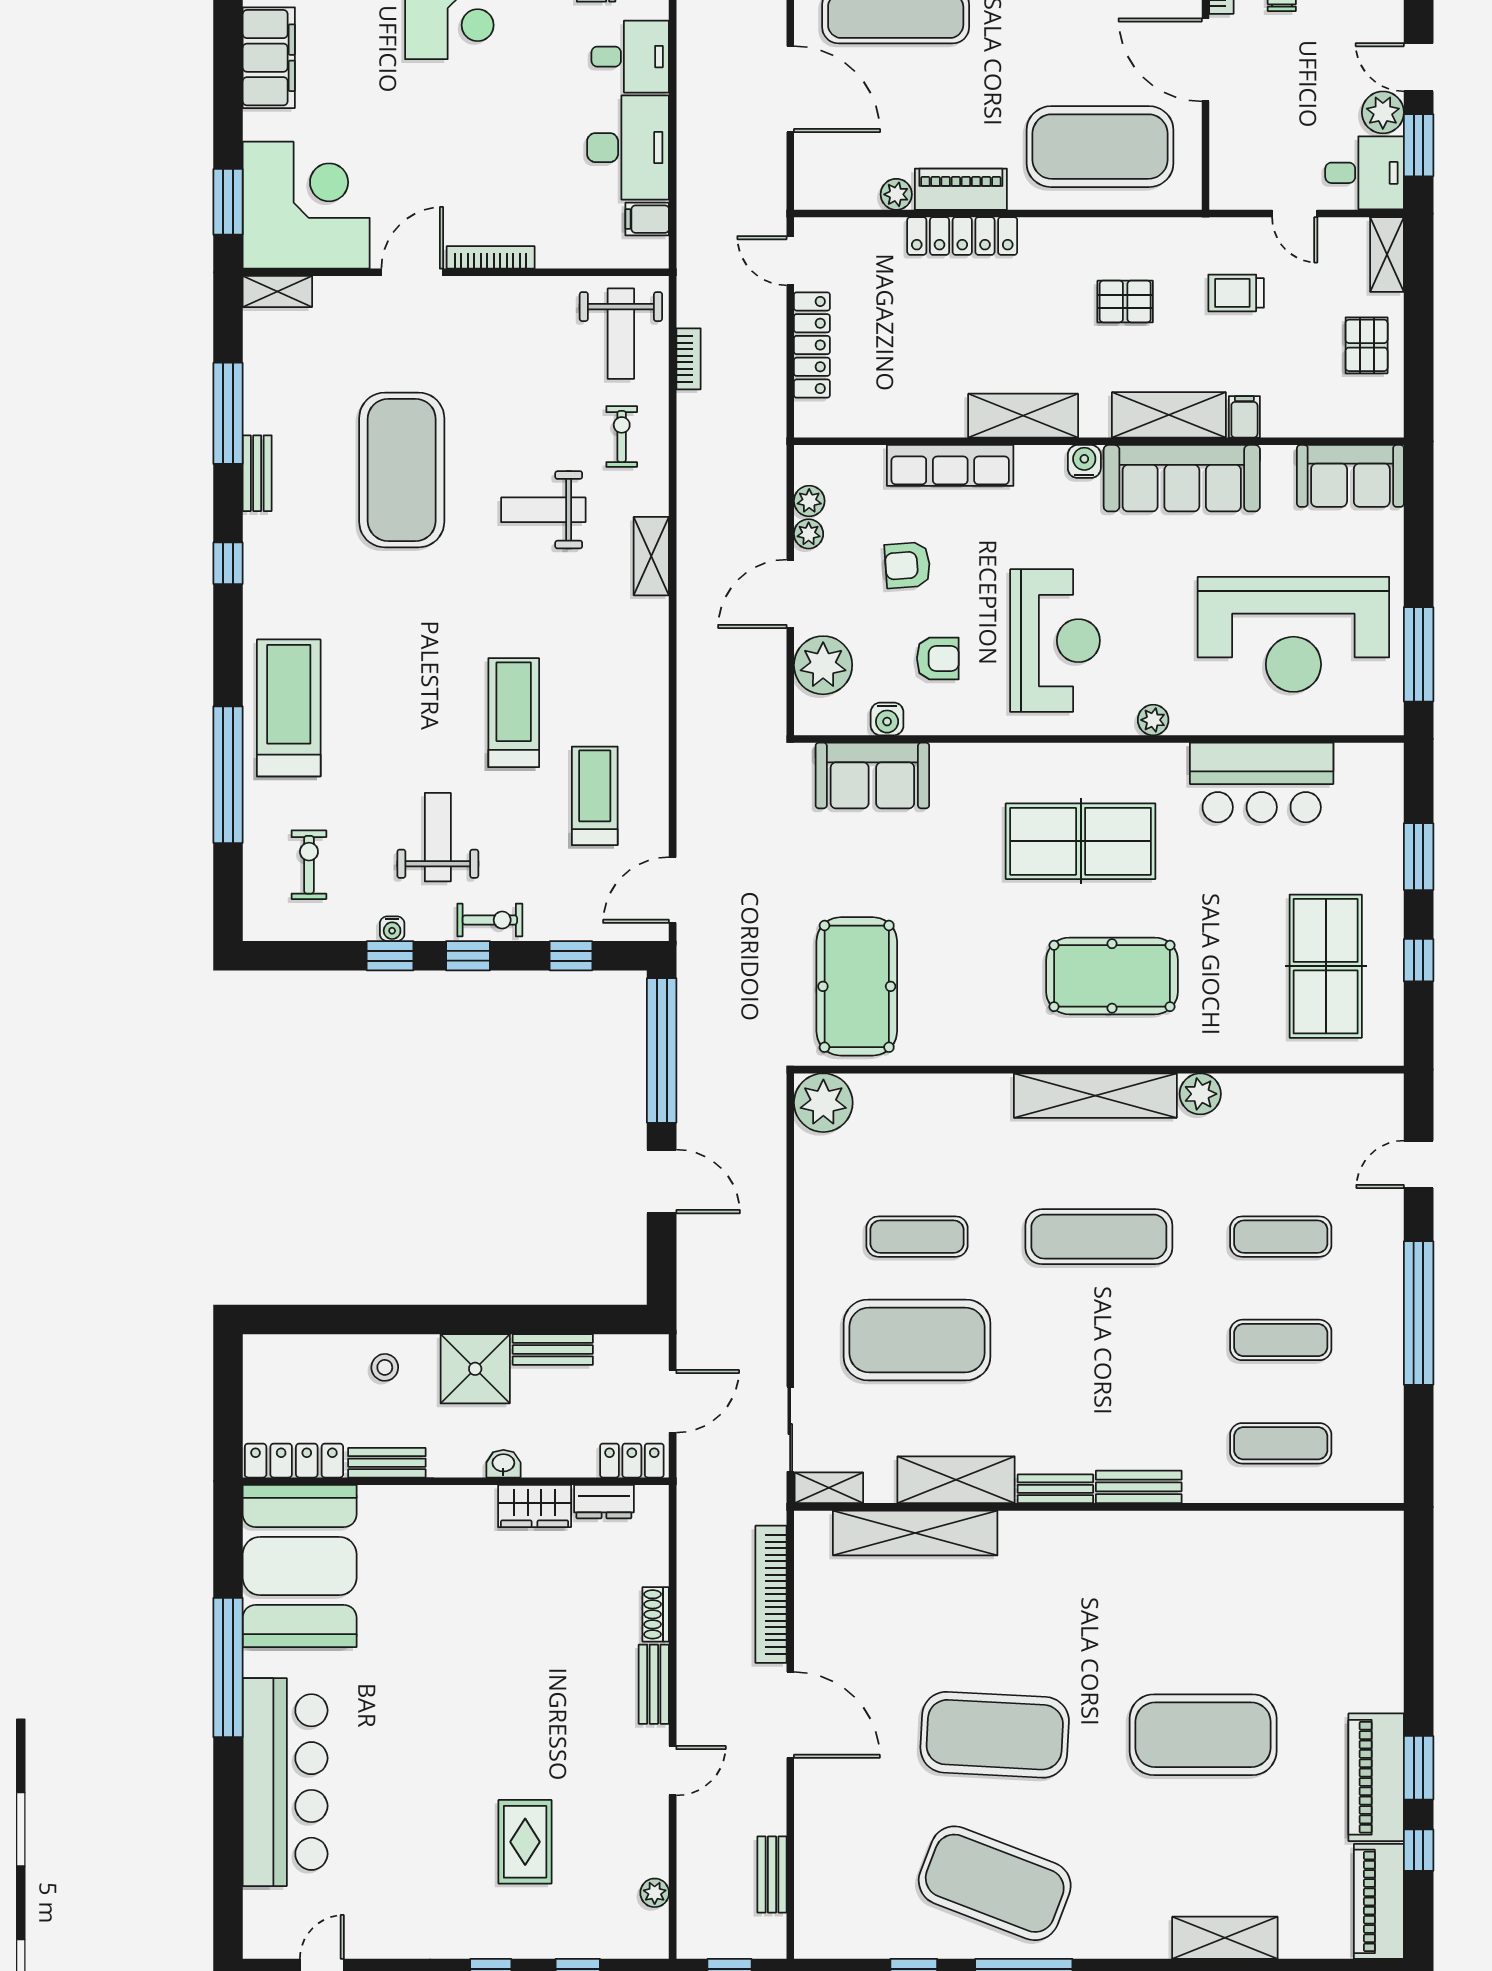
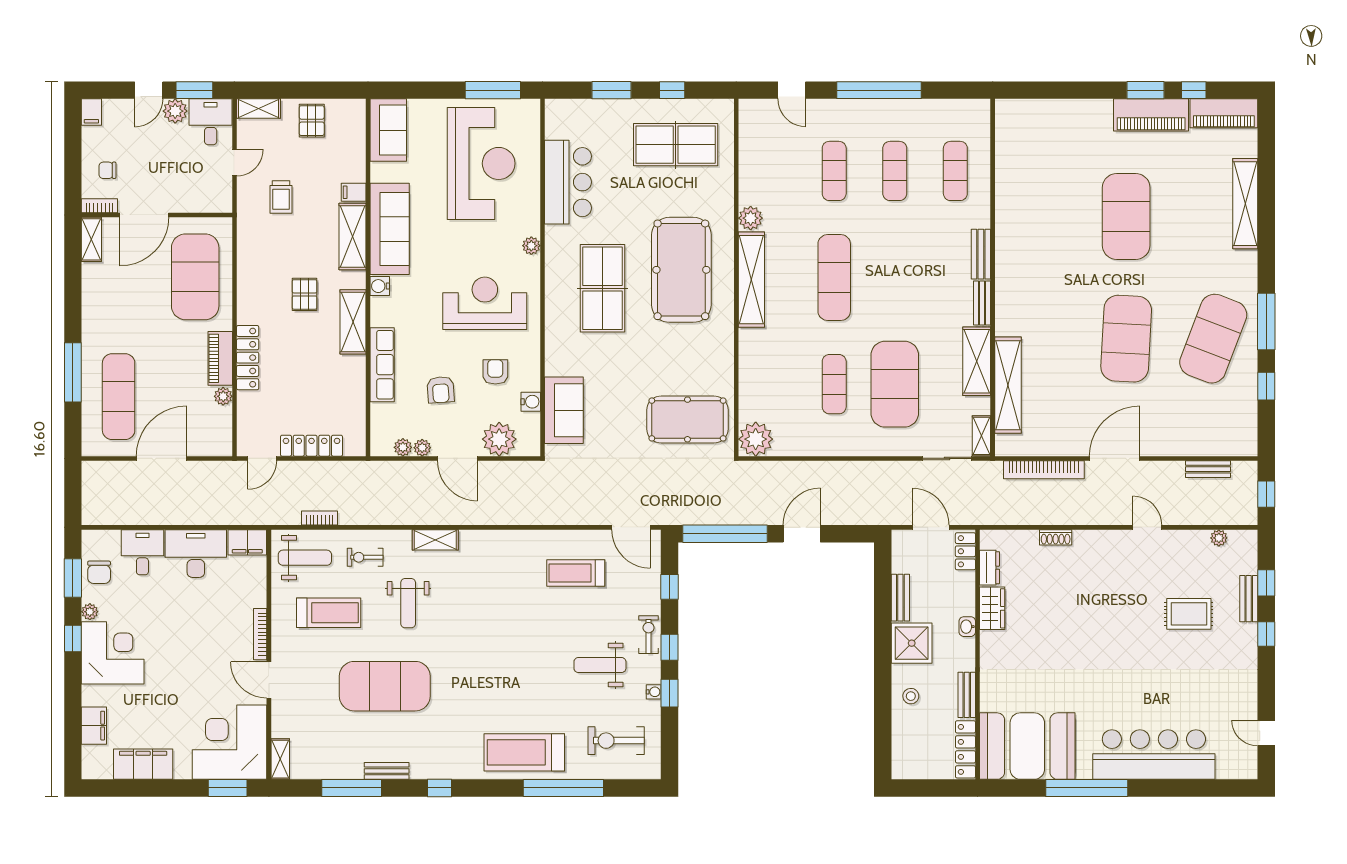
filing cabinet: (647, 219) -> (247, 542), width x2.00
pallet: (1125, 301) -> (305, 294), moved
pallet: (1367, 345) -> (312, 121), turned 90
treadmill: (514, 713) -> (329, 613), moved, turned 180
exercise bike: (309, 865) -> (616, 741), width x1.38, depth x1.39
pool table: (1112, 976) -> (681, 270), width x1.36, depth x1.32
bench: (654, 1684) -> (1249, 599), moved, turned 90
shelving: (1225, 1938) -> (1245, 204), width x1.47

